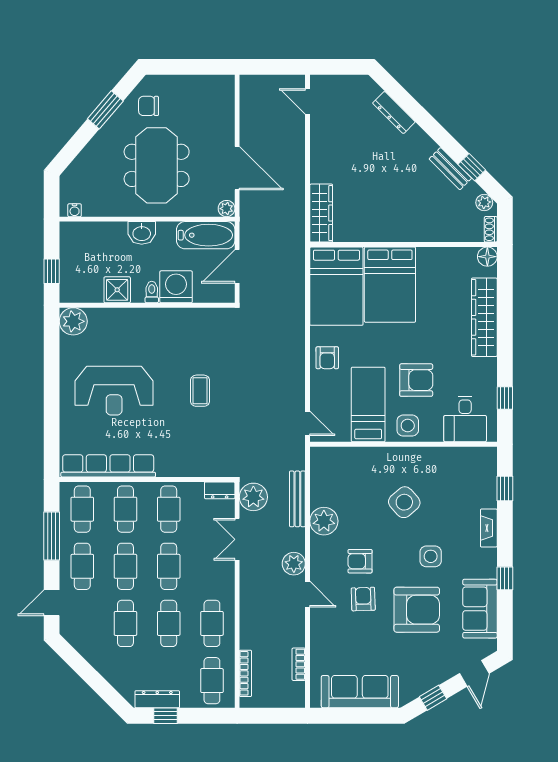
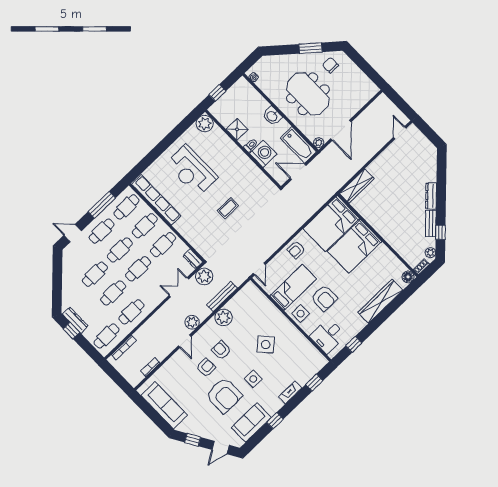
dresser: (394, 112) -> (431, 196), moved
meeting table: (157, 165) -> (308, 94), turned 90

